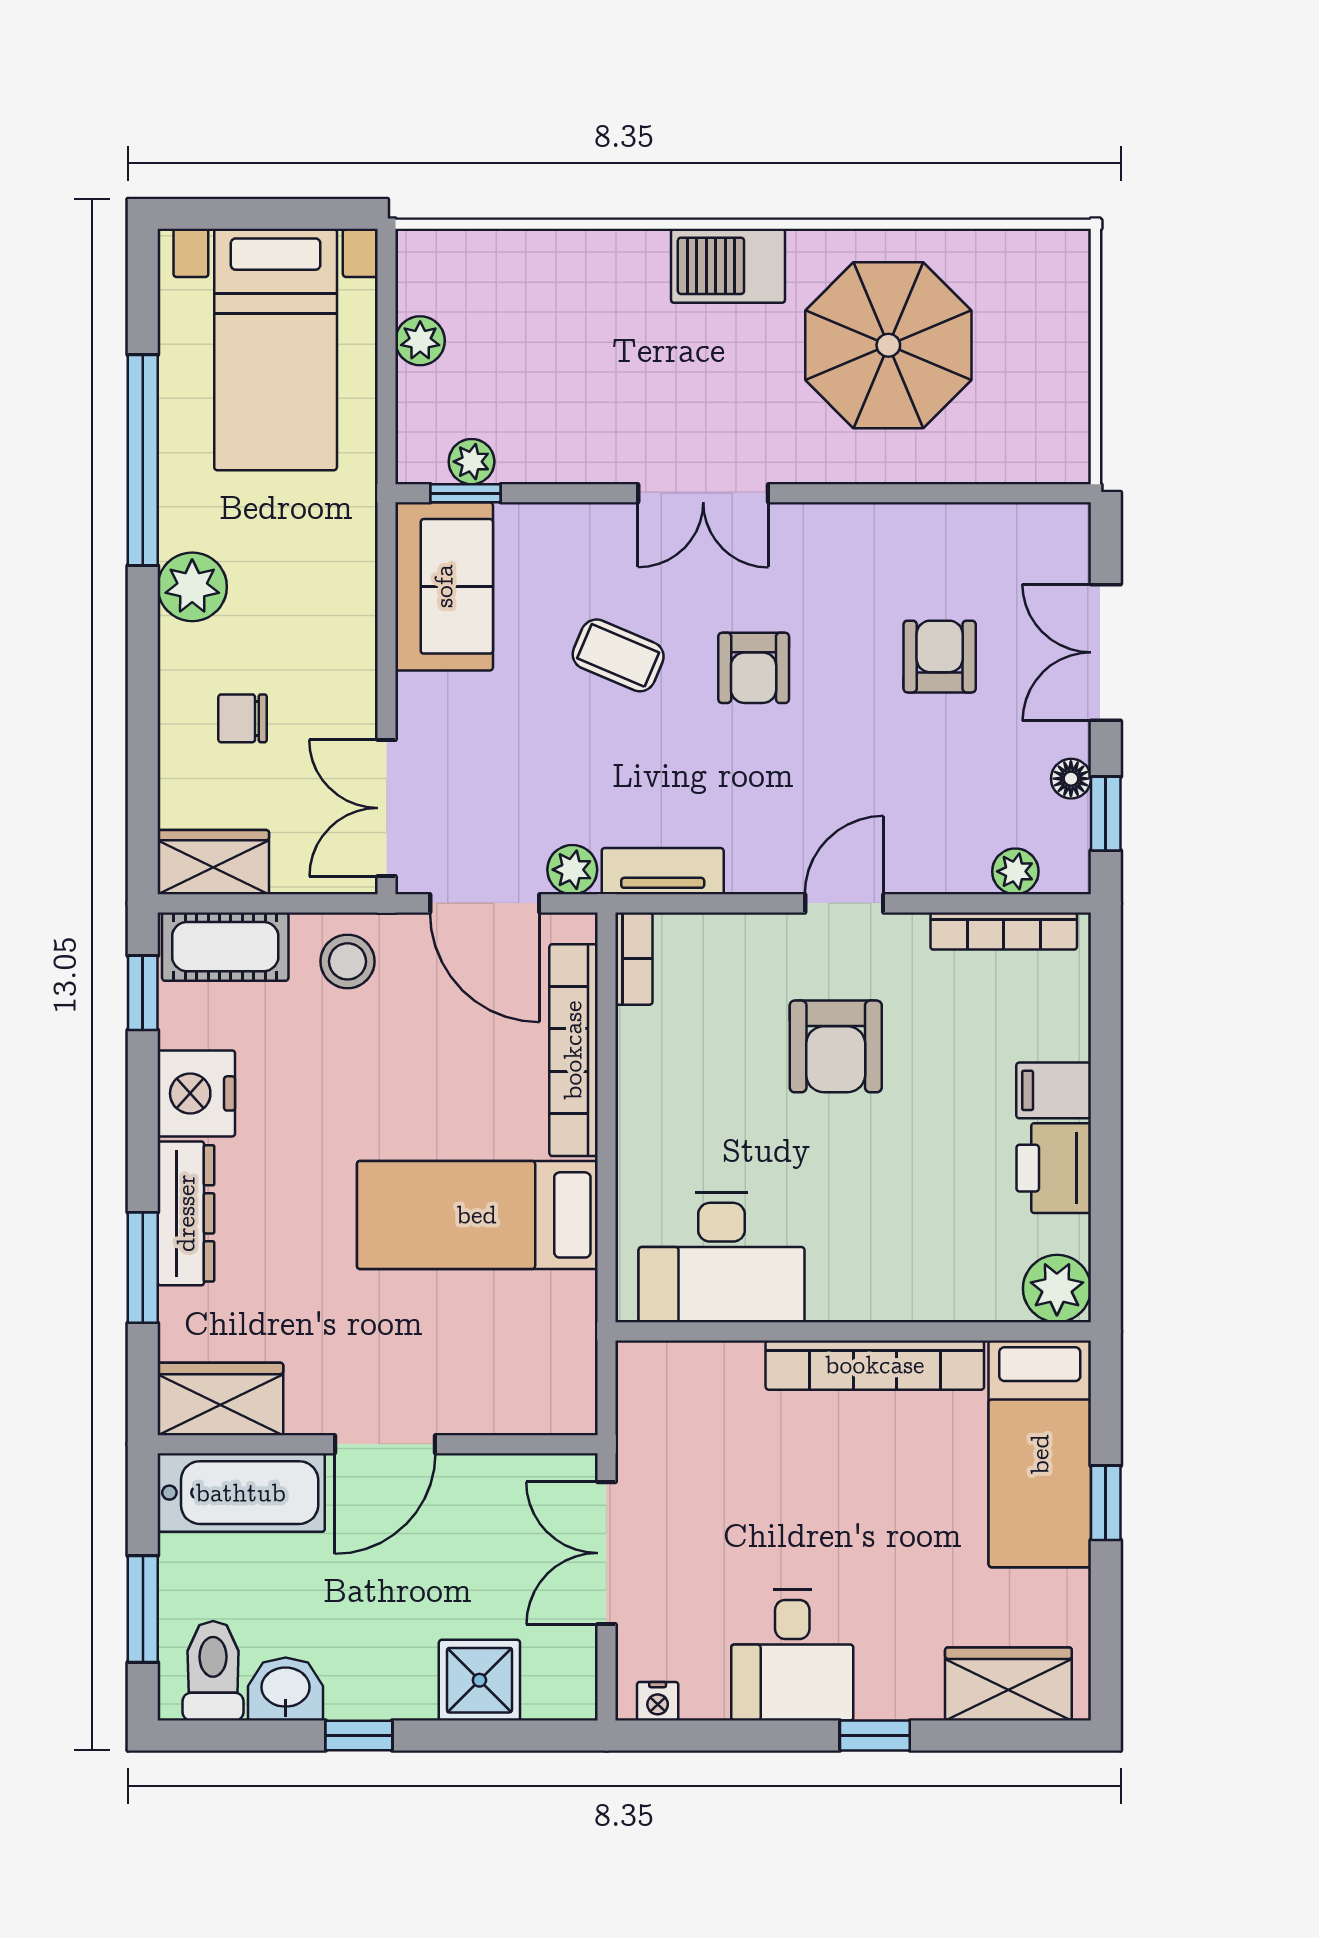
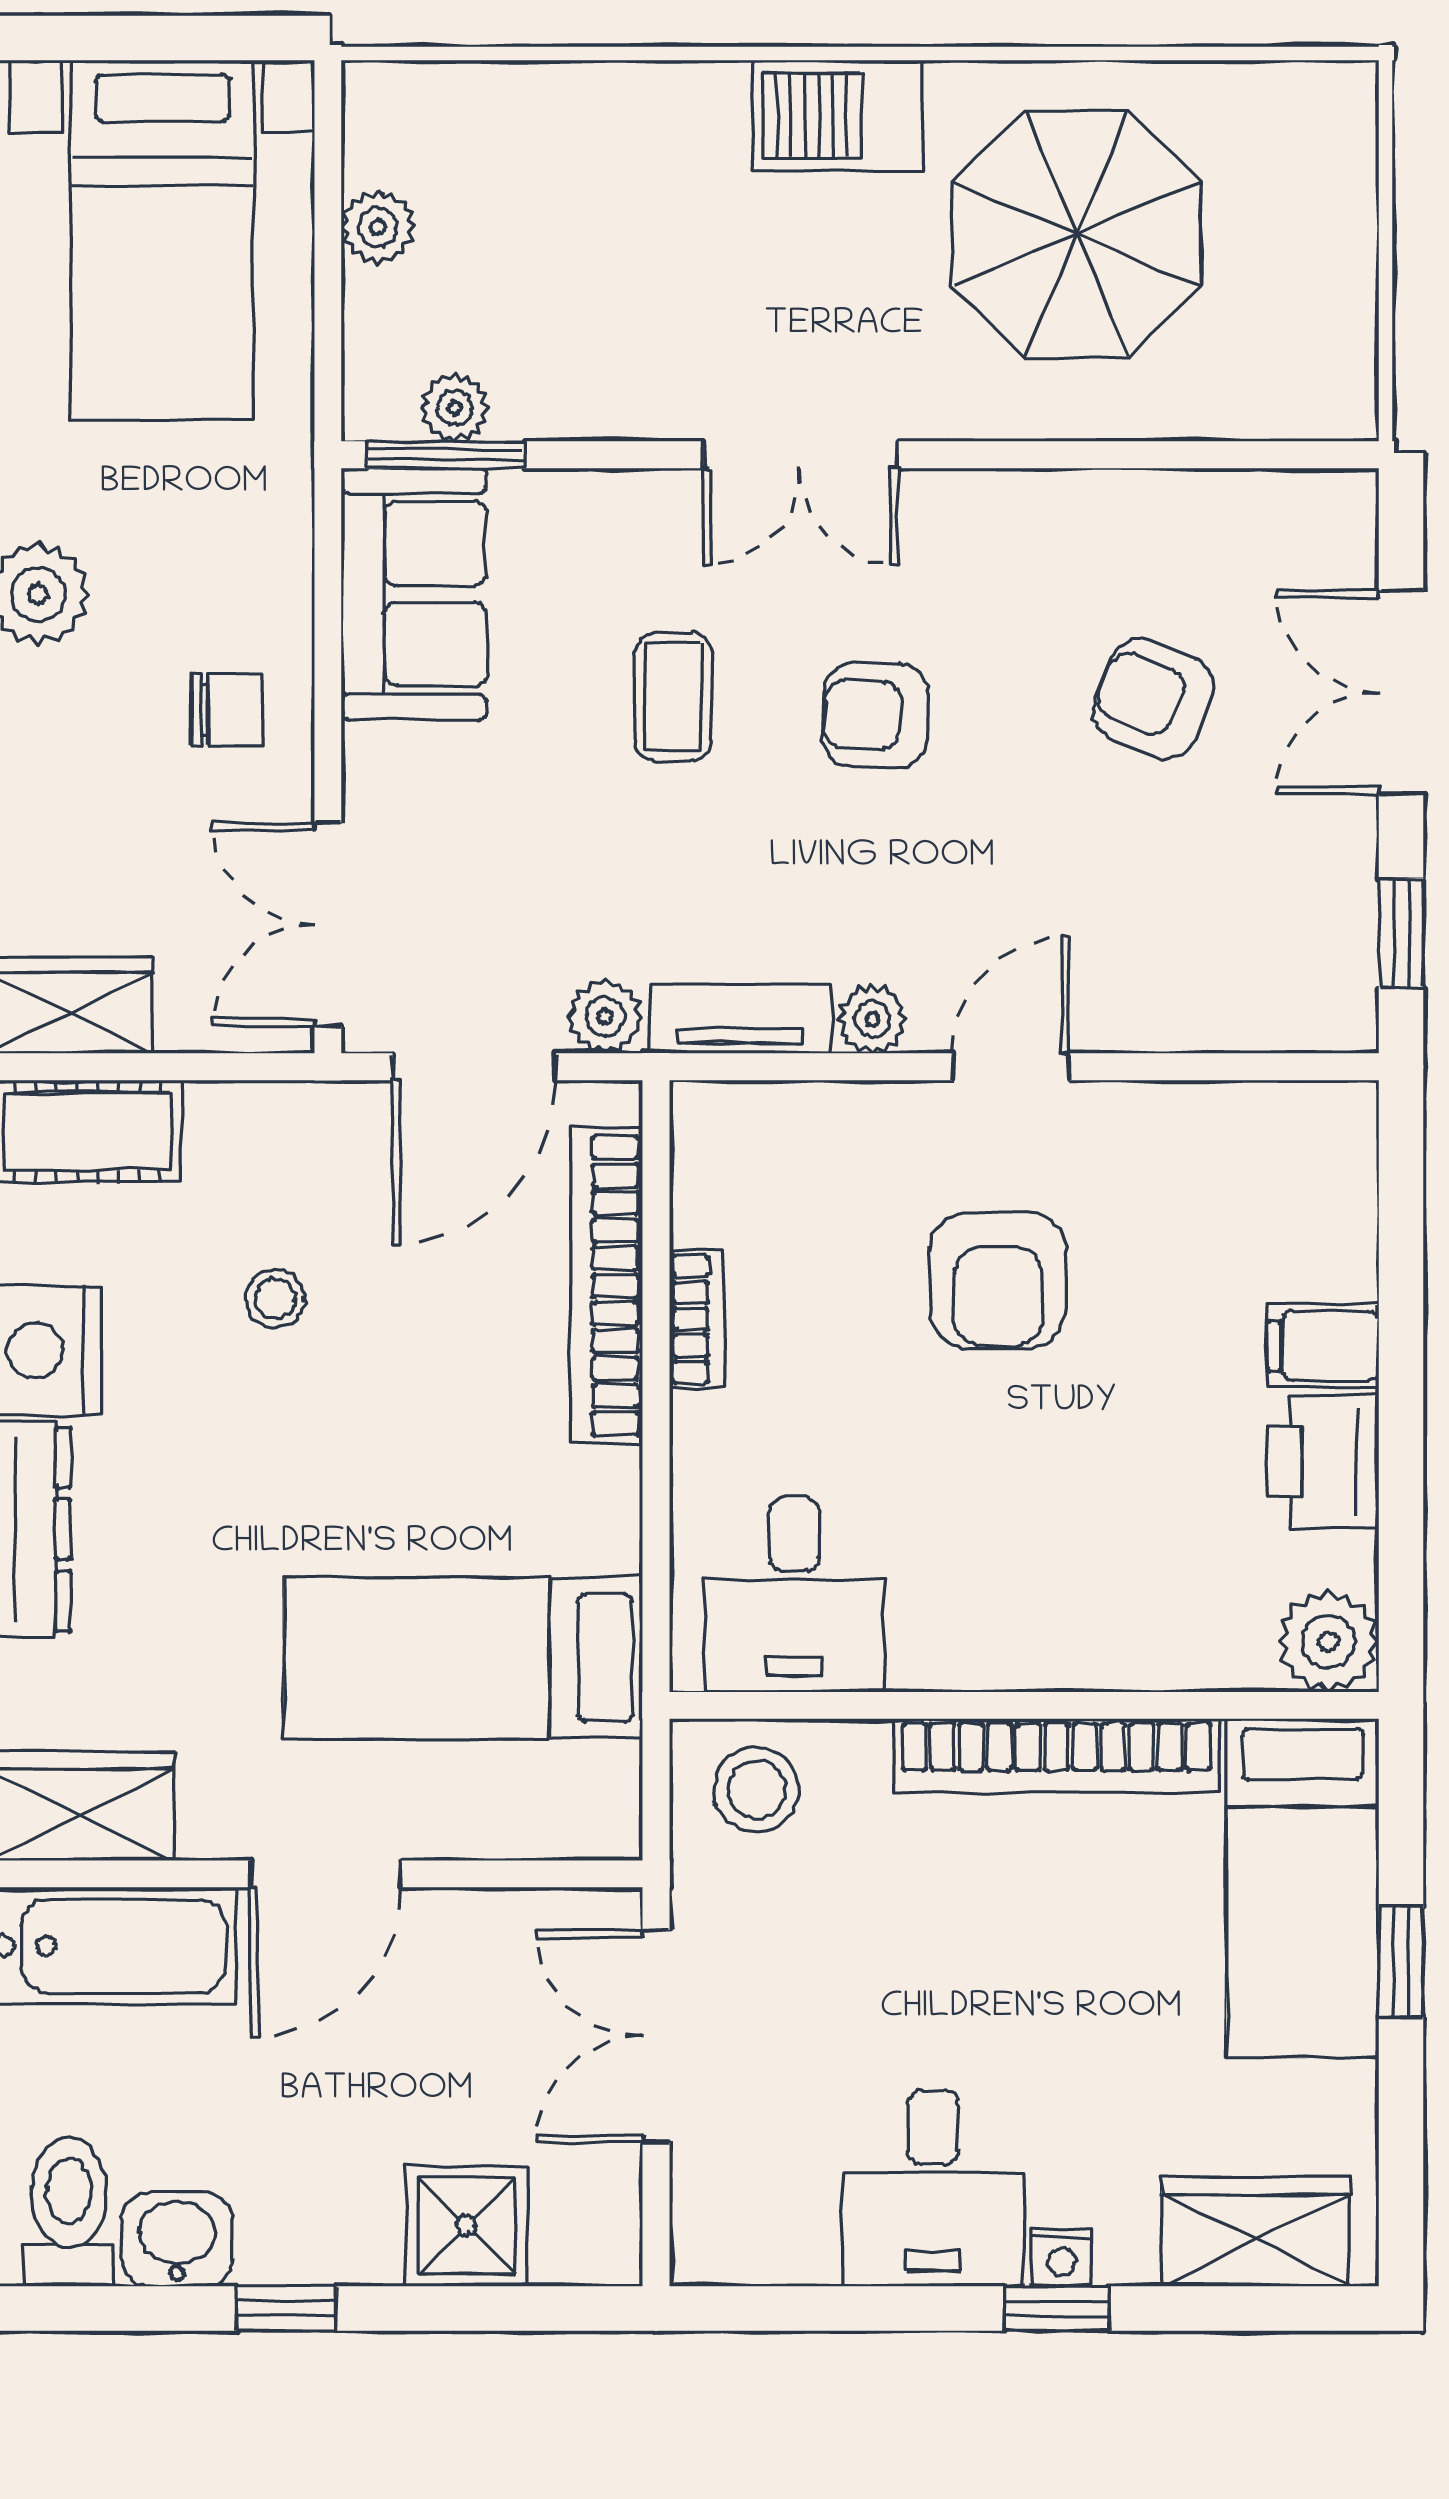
window: (465, 493) -> (446, 455), width x1.50
coffee table: (618, 655) -> (673, 697), turned 67
armchair: (940, 657) -> (1153, 698), turned -68
armchair: (754, 668) -> (876, 715), turned 92
chair: (242, 718) -> (227, 709), moved, turned 180
floor lamp: (1071, 779) -> (1349, 881), removed
plant: (1015, 871) -> (872, 1019), moved
door: (485, 903) -> (474, 1067), hinge flipped
bookcase: (1004, 931) -> (1249, 1108), removed
bookcase: (634, 959) -> (697, 1319), moved
stool: (347, 961) -> (275, 1299), moved, width x0.73, depth x0.73
bed: (477, 1215) -> (463, 1658), moved
desk: (722, 1257) -> (794, 1595), width x0.73
stool: (674, 1388) -> (756, 1790), added
nightstand: (658, 1701) -> (1062, 2257), moved

